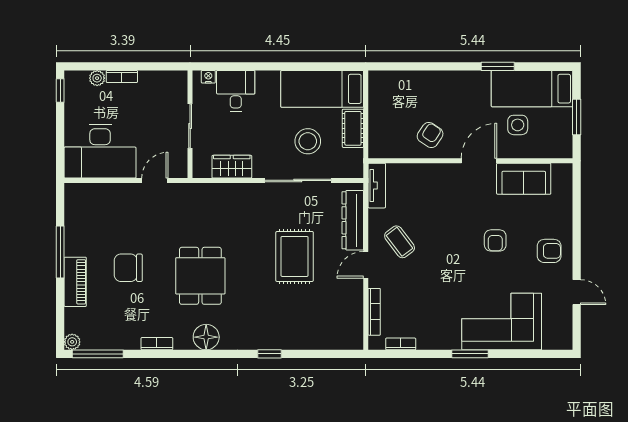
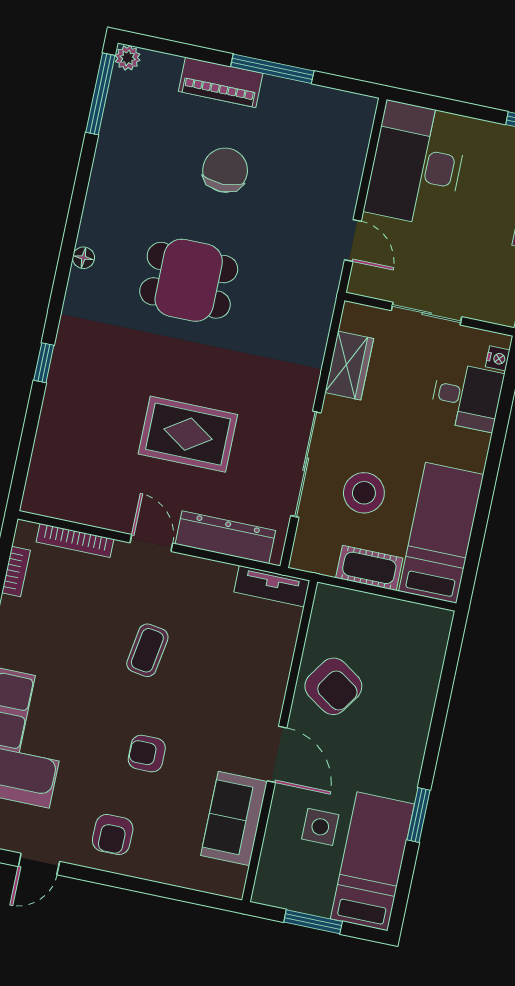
armchair: (430, 135) -> (333, 686), width x1.38, depth x1.38
coffee table: (400, 242) -> (147, 650), moved, turned -44
floor lamp: (206, 337) -> (83, 258), width x0.53, depth x0.53
bookcase: (157, 344) -> (97, 190), removed

